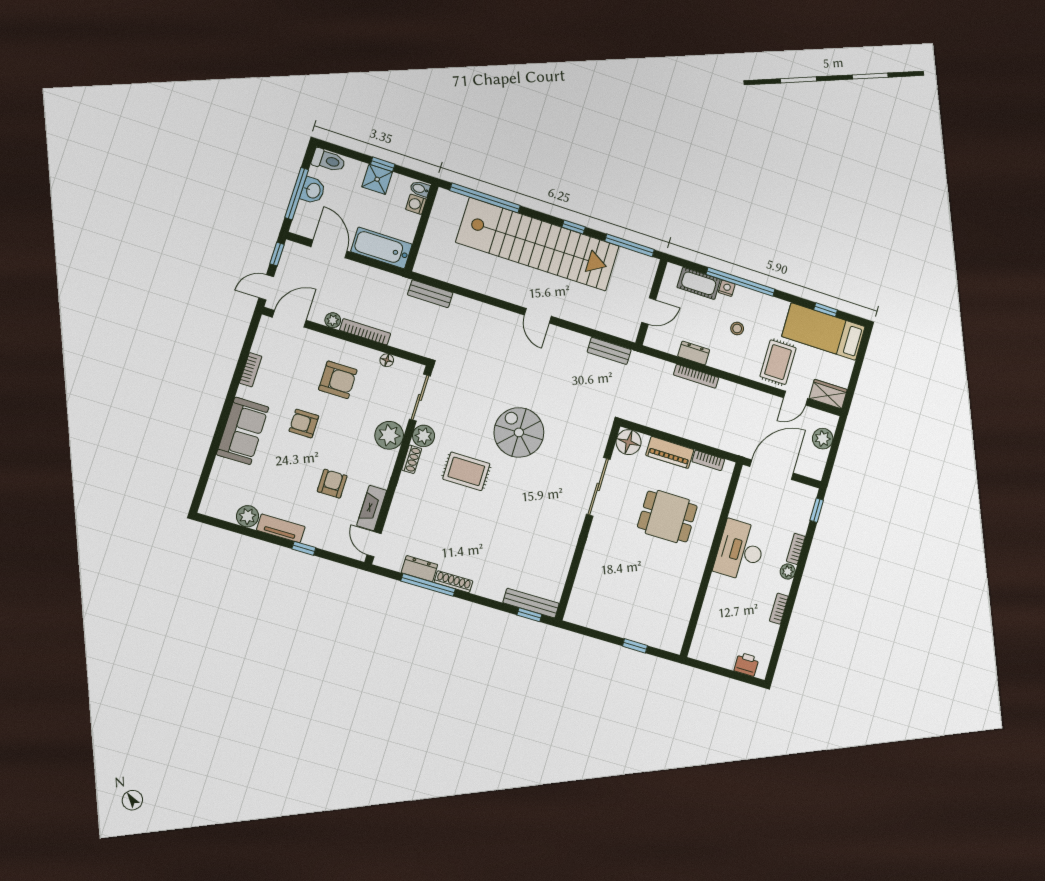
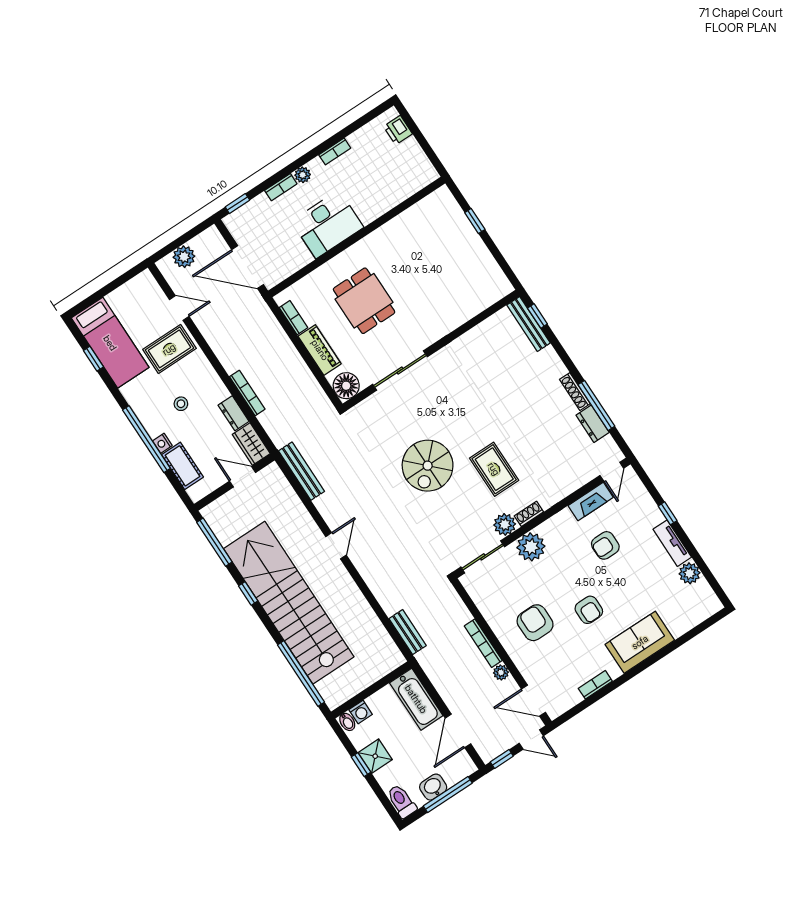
bench: (609, 351) -> (301, 471), width x1.36
floor lamp: (387, 360) -> (485, 607), removed
wardrobe: (828, 394) -> (251, 444), moved

